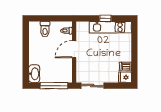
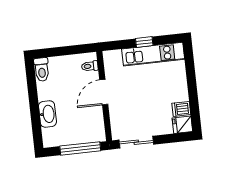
toilet: (45, 29) -> (42, 69), moved
washbasin: (34, 74) -> (47, 114), moved

